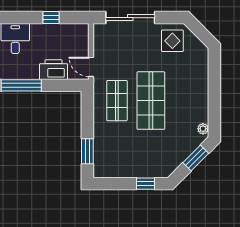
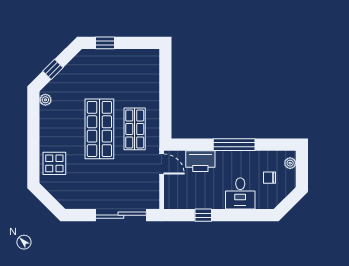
display table: (172, 41) -> (54, 163), moved
window: (87, 151) -> (165, 76), removed
window: (196, 158) -> (53, 69), width x0.67

